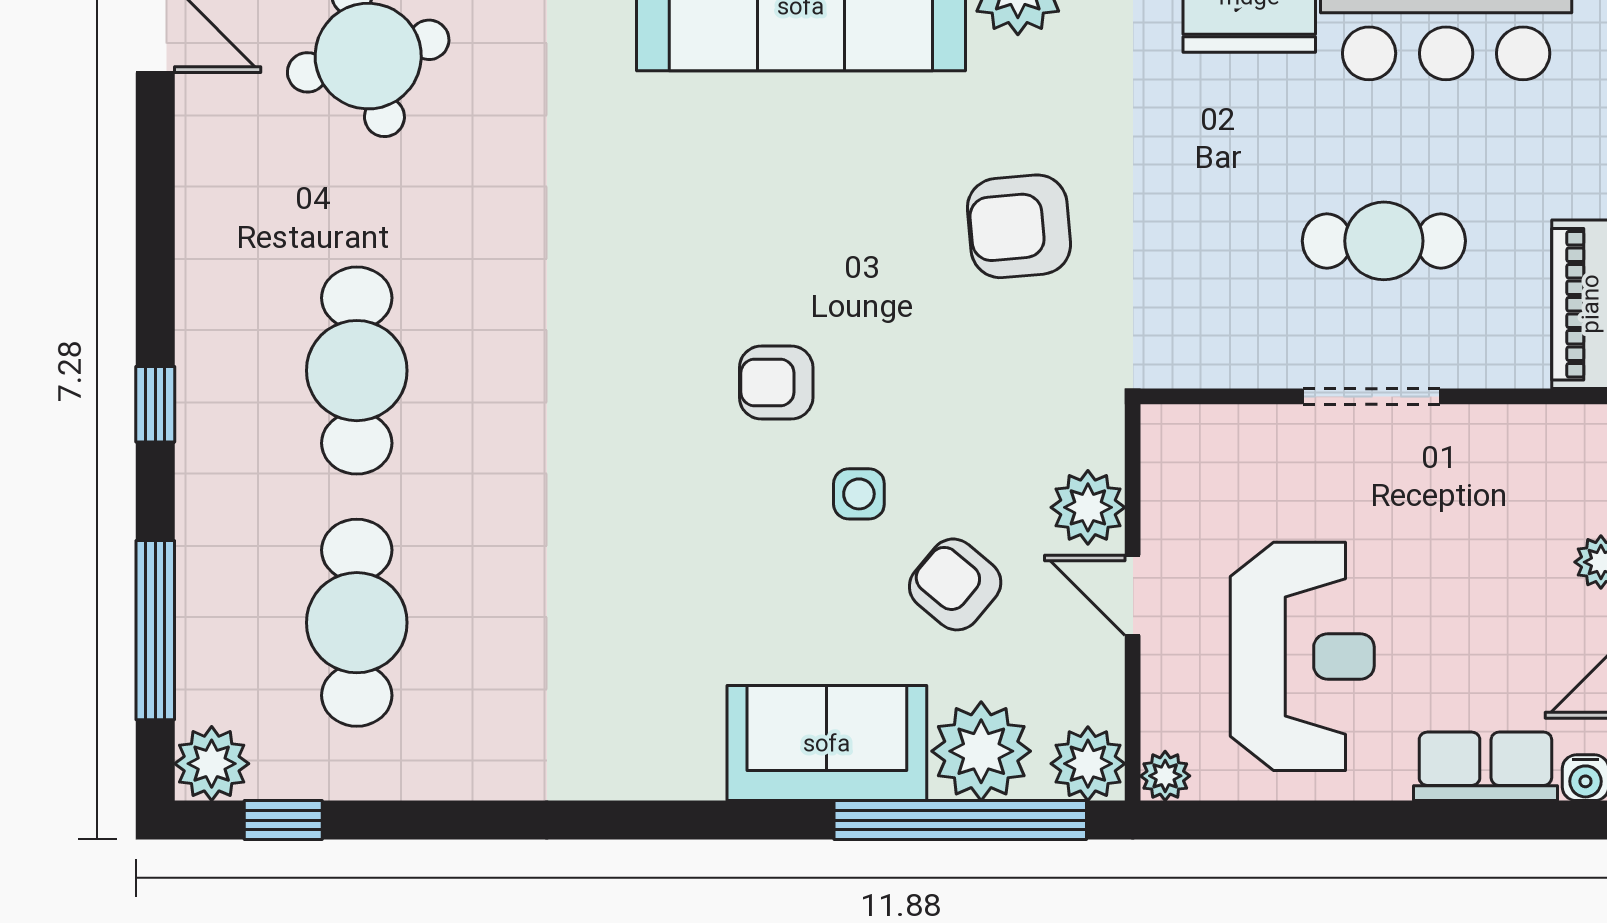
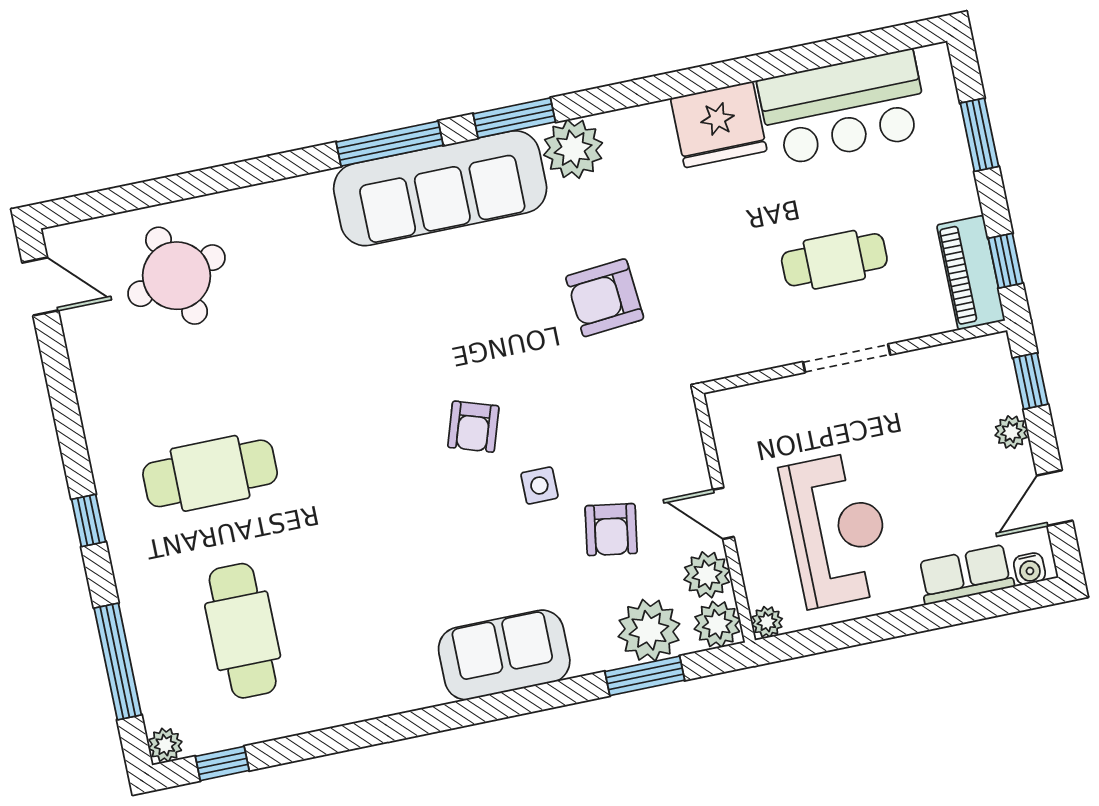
cafe table: (357, 371) -> (210, 473), turned 90
armchair: (776, 383) -> (473, 427), turned -72
plant: (1088, 507) -> (707, 575), moved
armchair: (955, 584) -> (611, 530), turned -121
sofa: (827, 743) -> (504, 655), moved
plant: (212, 764) -> (165, 745), width x0.73, depth x0.73
window: (960, 820) -> (645, 676), width x0.47

